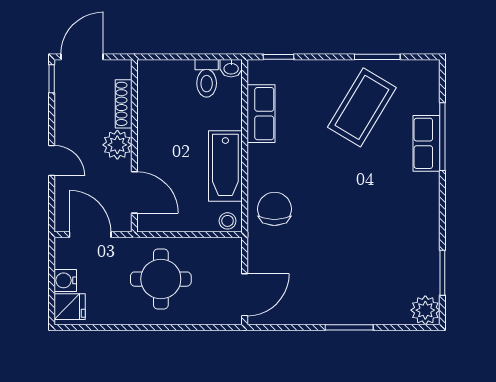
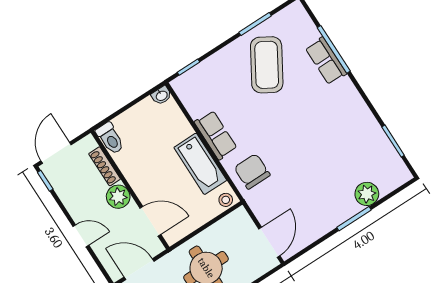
toilet: (207, 78) -> (110, 138), moved
row of seats: (261, 114) -> (216, 135), moved
plant: (425, 310) -> (367, 194), moved

